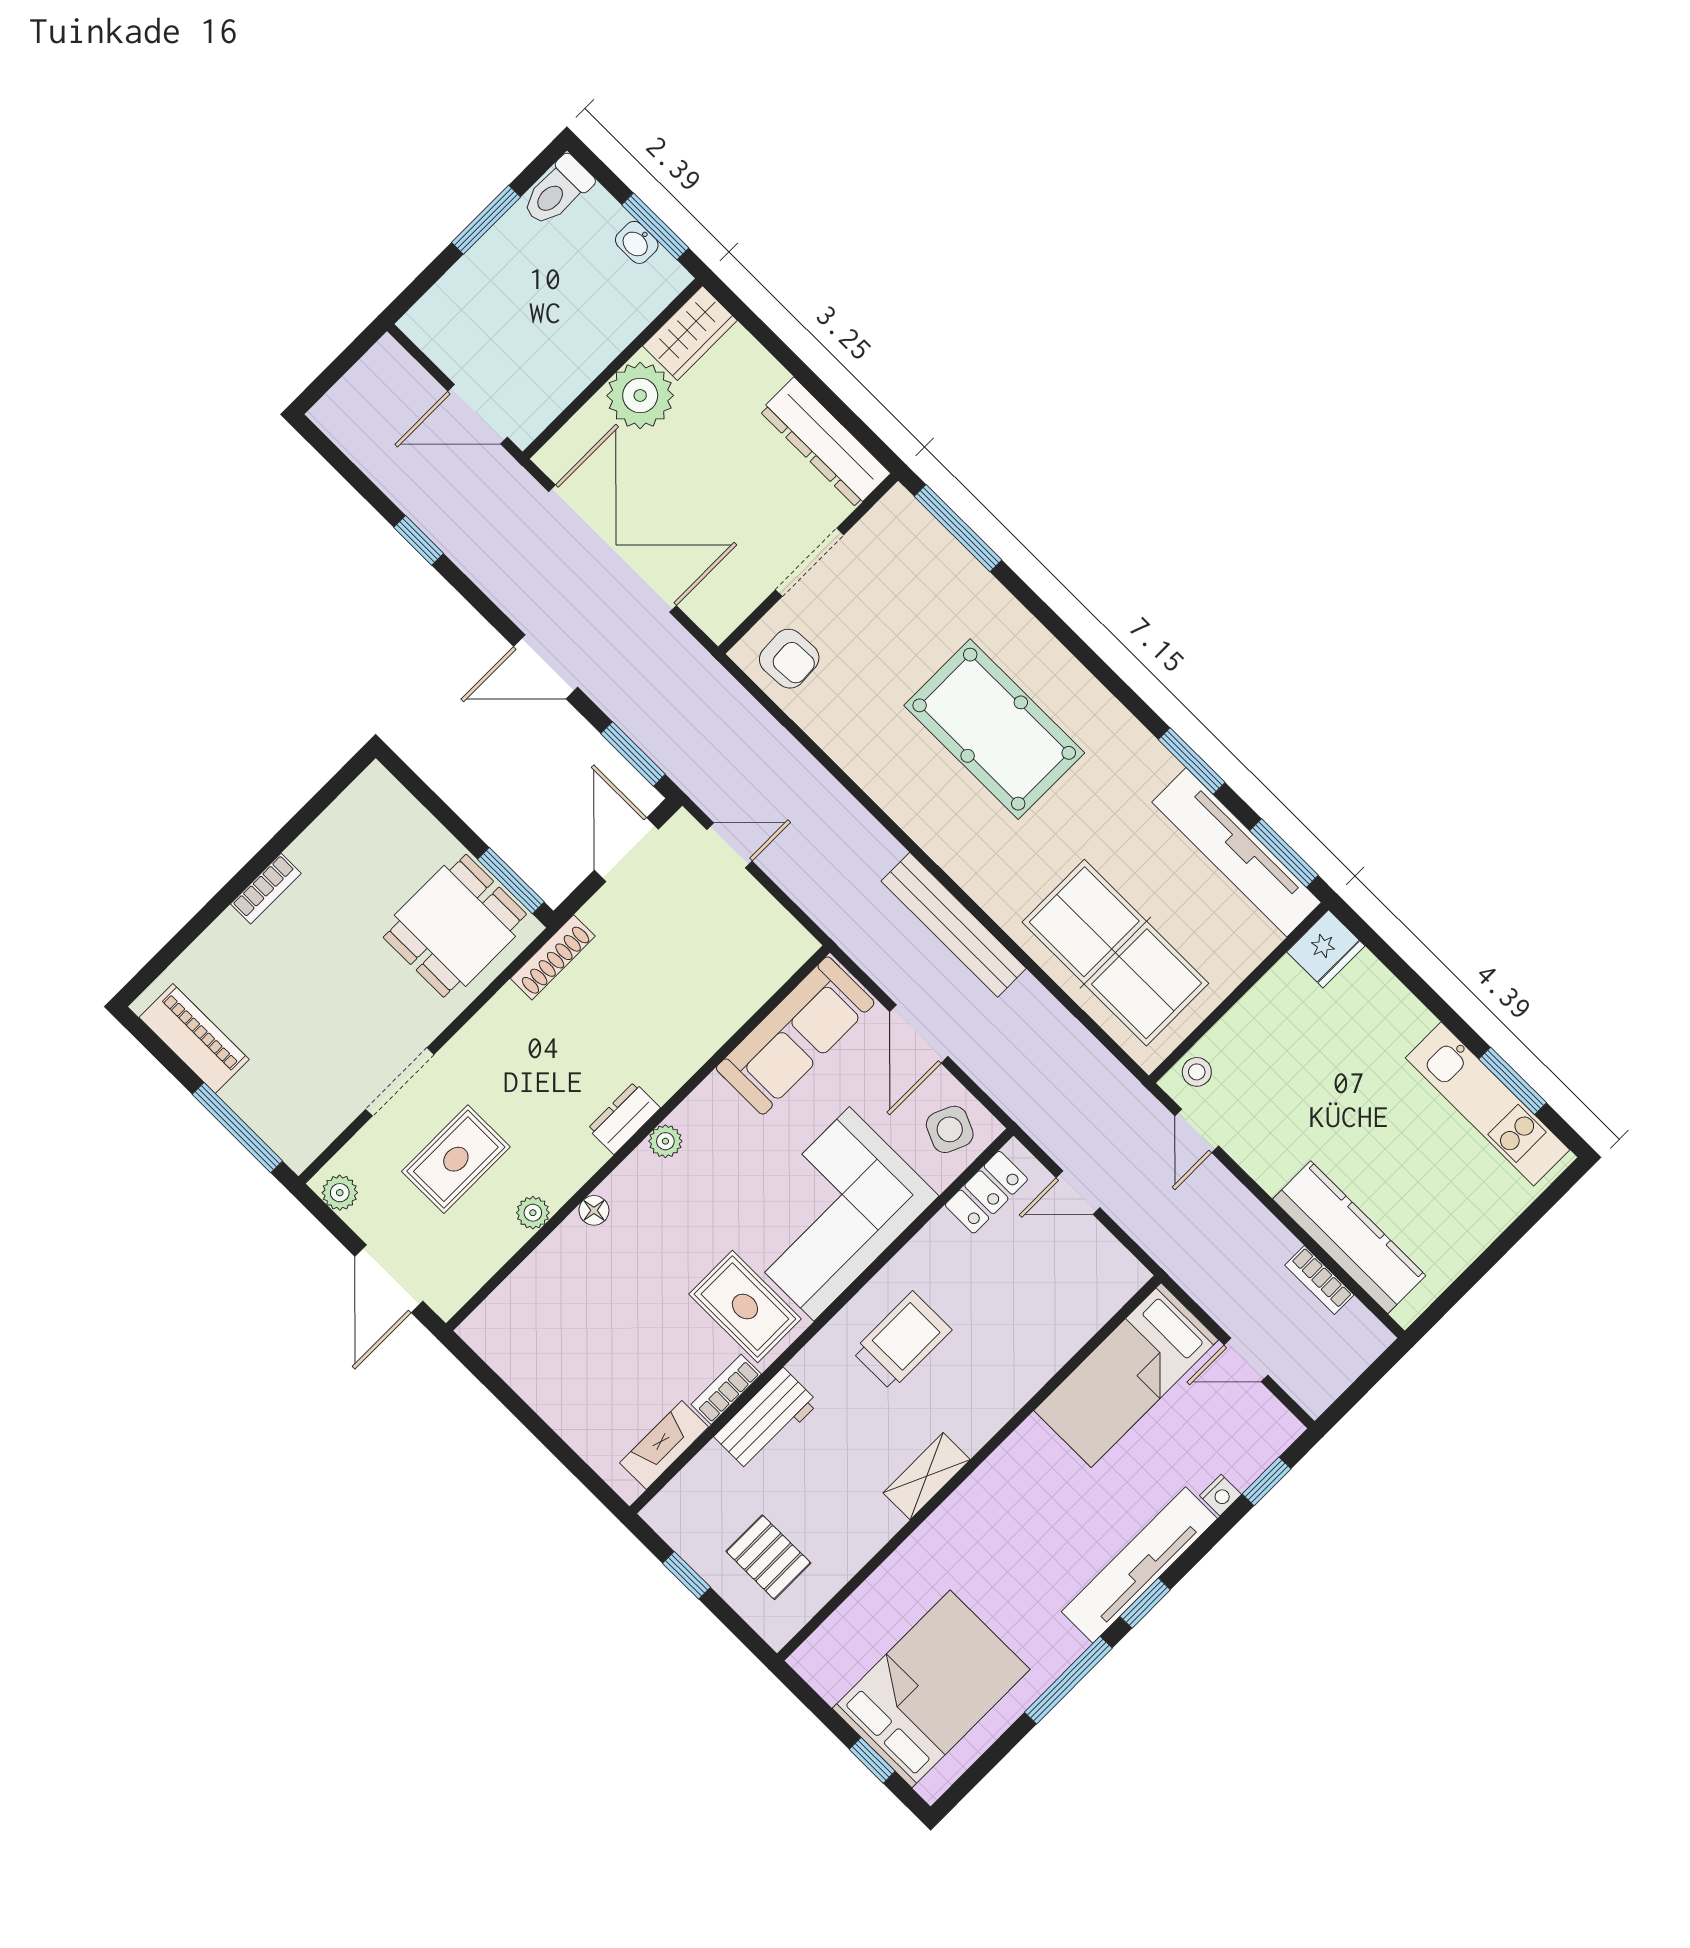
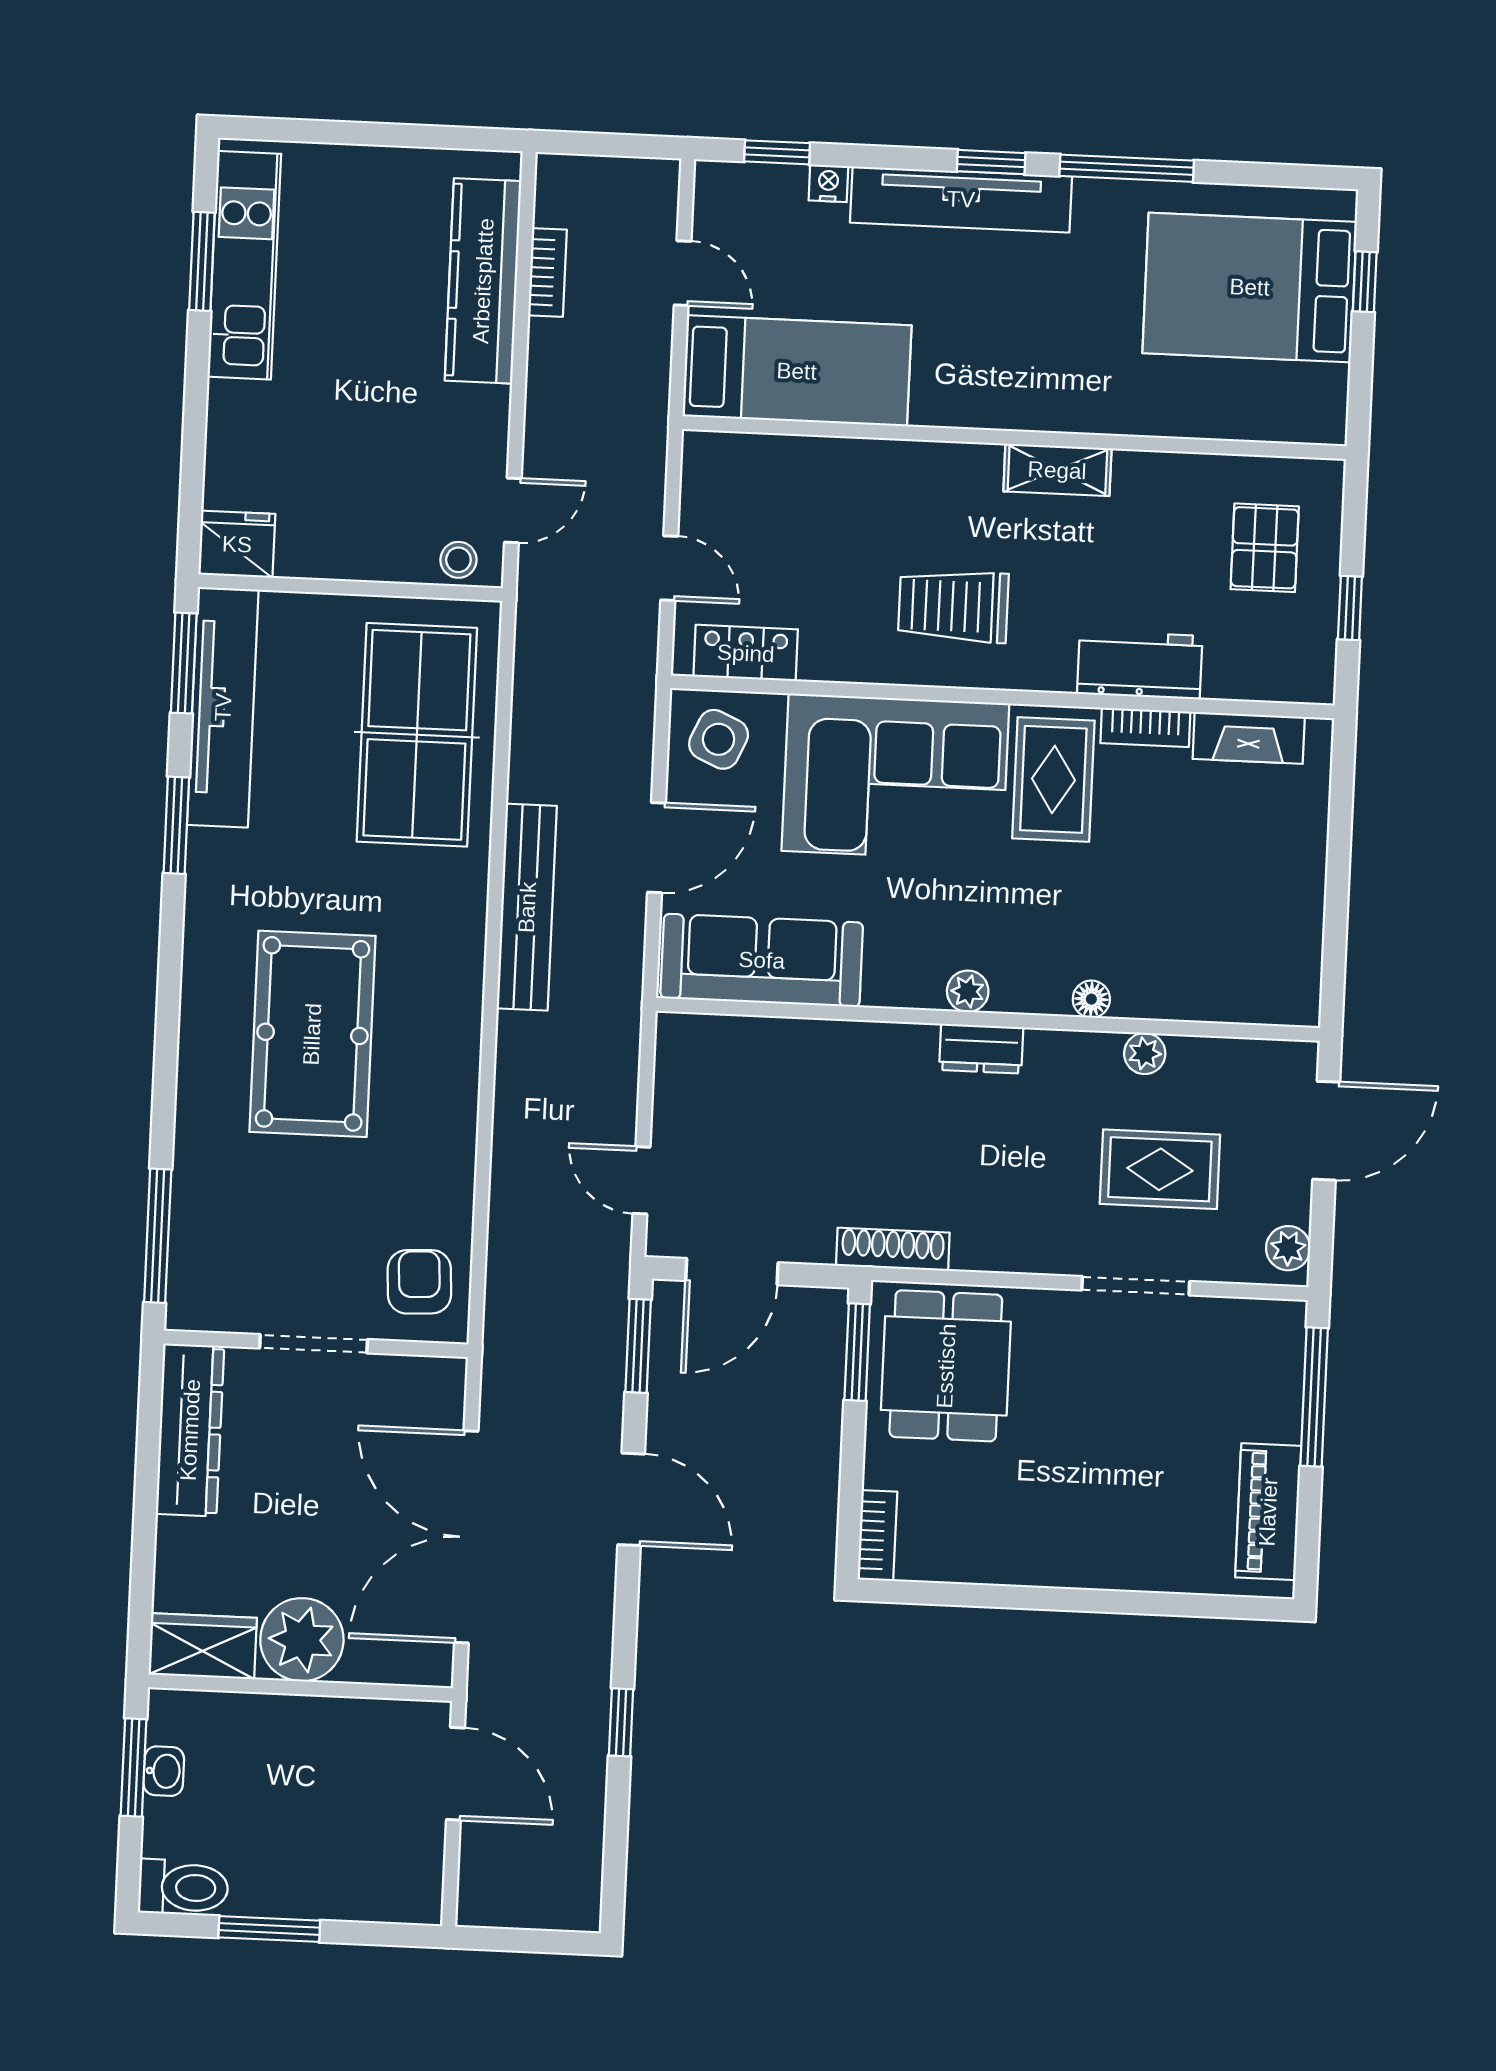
bookcase: (266, 889) -> (877, 1536), moved, turned 90
dining table: (455, 926) -> (946, 1366), turned 90

